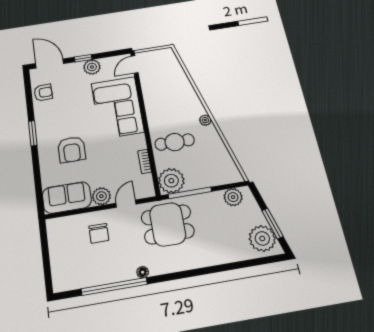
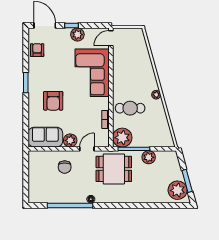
armchair: (43, 93) -> (37, 50), turned -88
plant: (233, 197) -> (149, 157), moved

